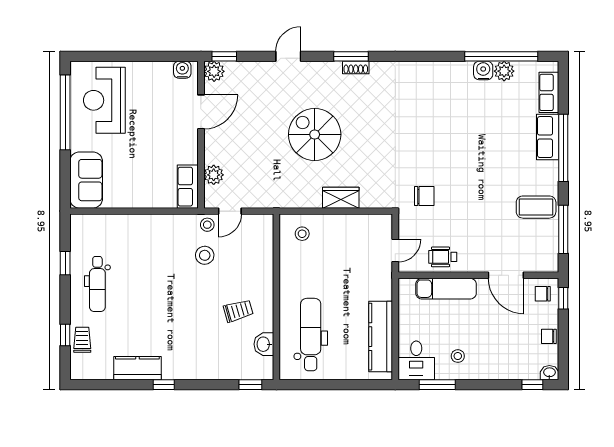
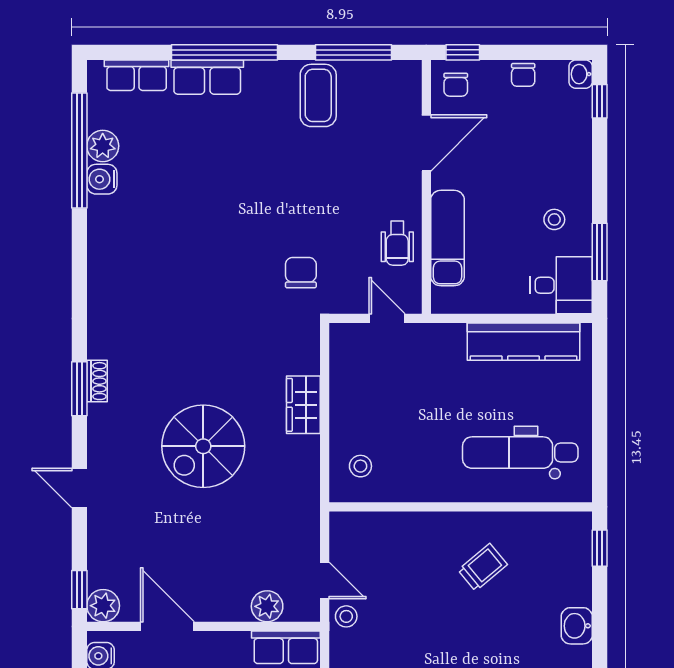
stool: (205, 255) -> (395, 620), removed
trolley: (238, 311) -> (483, 567), turned 66
washbasin: (264, 344) -> (577, 626), moved, turned 90

